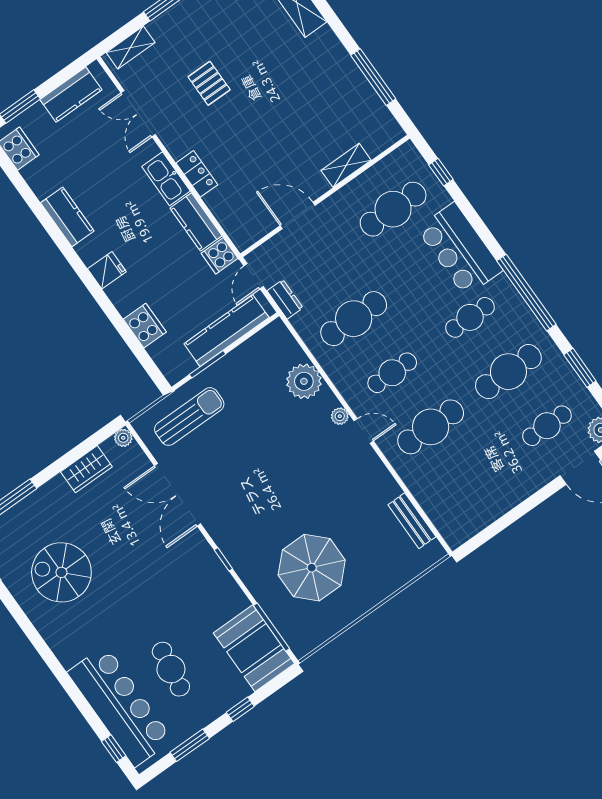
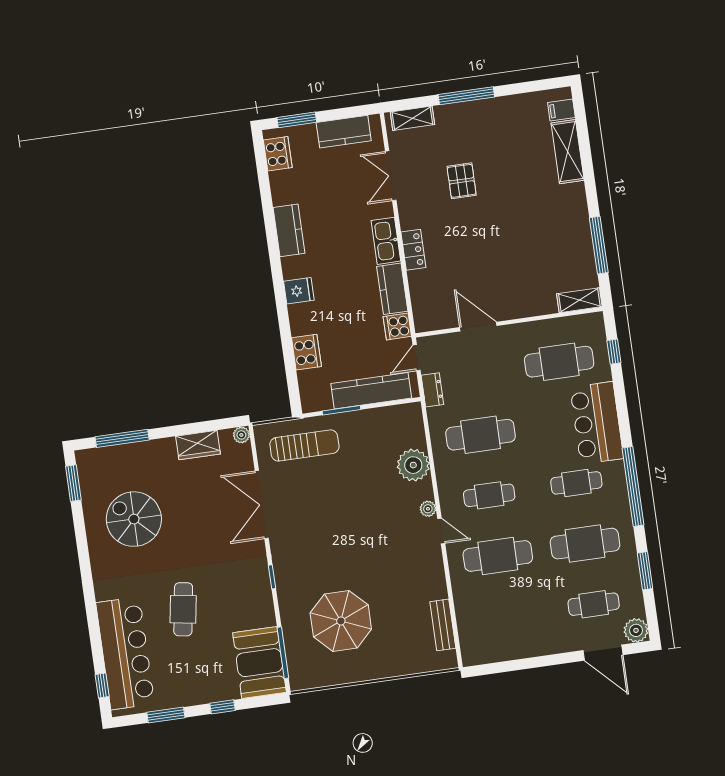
shelving: (346, 165) -> (579, 300), moved
cafe table: (171, 669) -> (183, 609), moved

